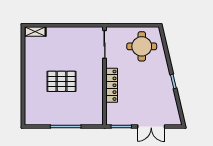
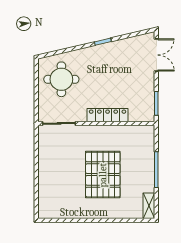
shelving: (35, 31) -> (149, 206), moved
pallet: (61, 81) -> (103, 175), width x1.37, depth x1.41
double door: (151, 126) -> (156, 55), moved

